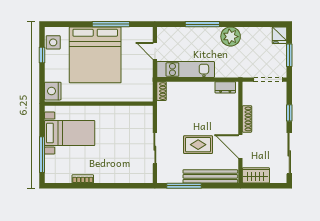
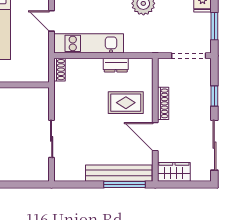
dresser: (225, 87) -> (116, 65), moved
rug: (198, 145) -> (126, 103), moved
window: (184, 186) -> (125, 184), moved

